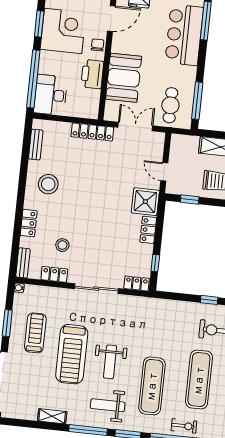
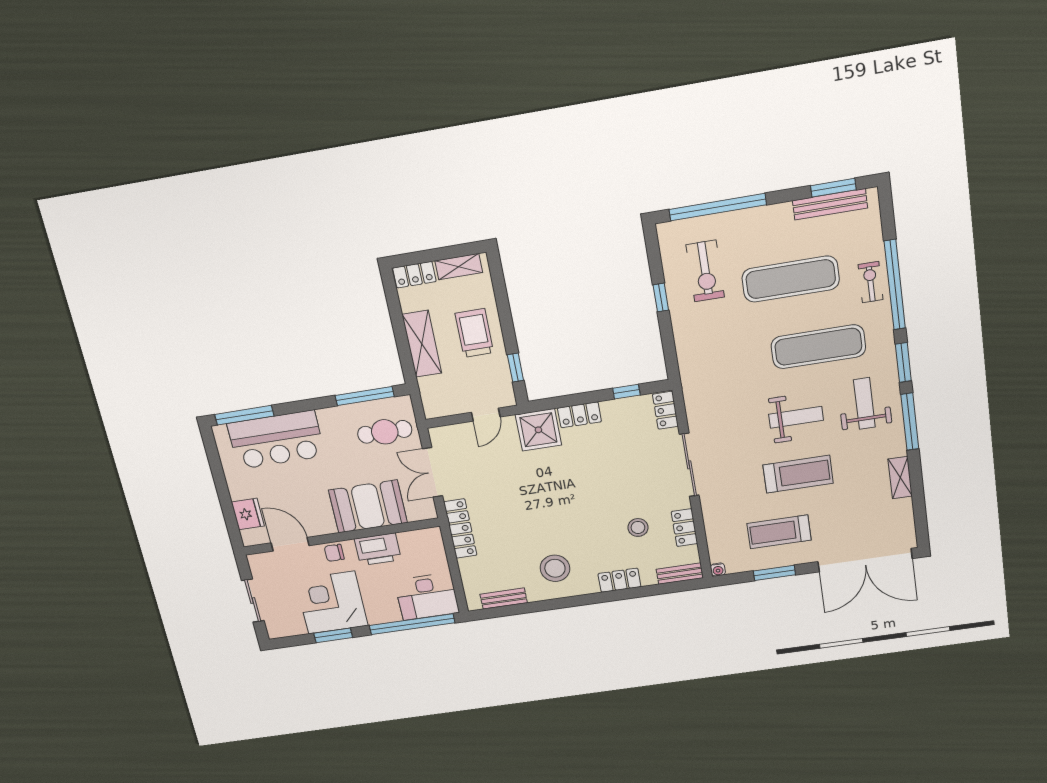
treadmill: (72, 354) -> (798, 474), width x0.73, depth x0.73
weight bench: (108, 405) -> (864, 403), turned 180

